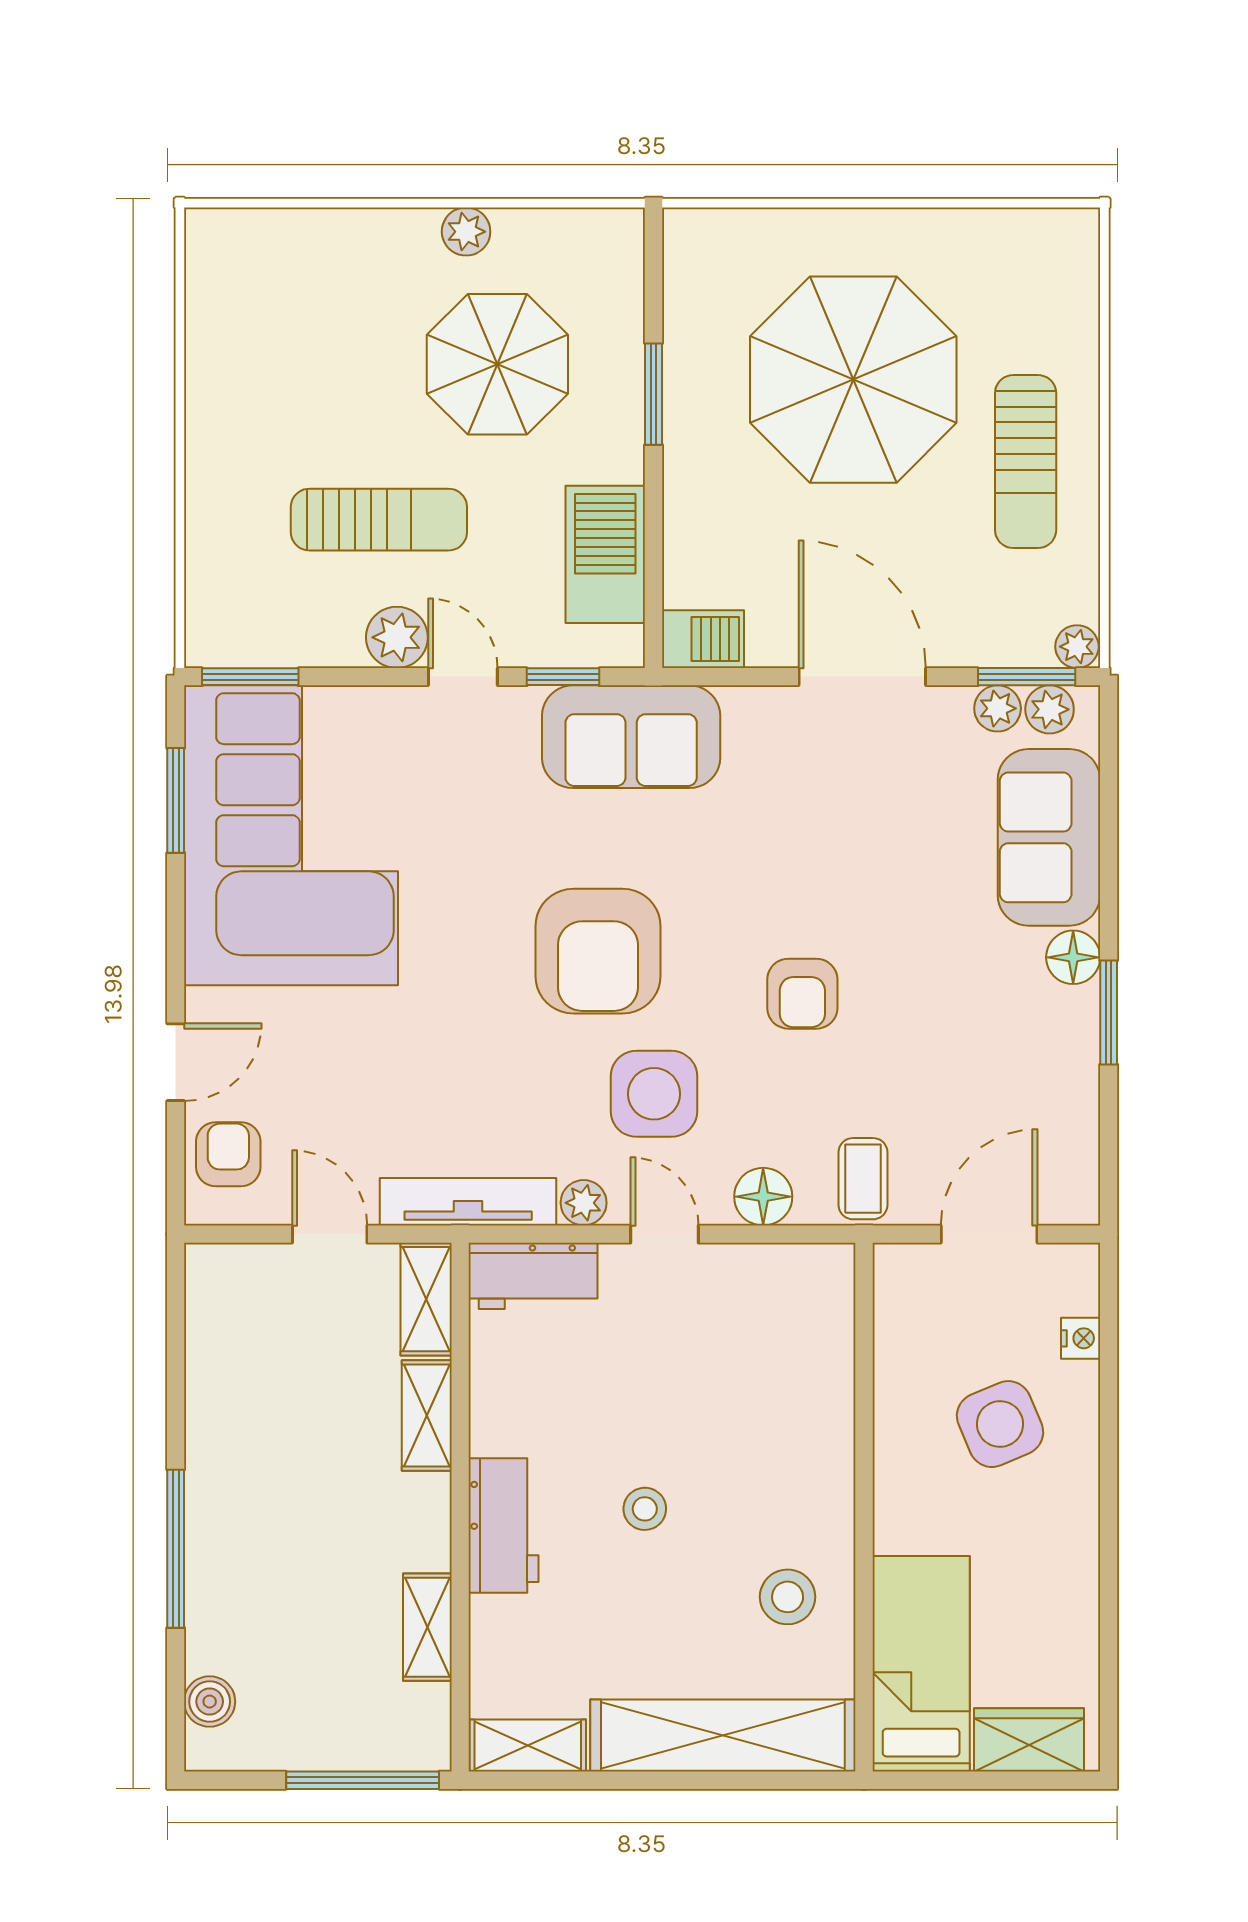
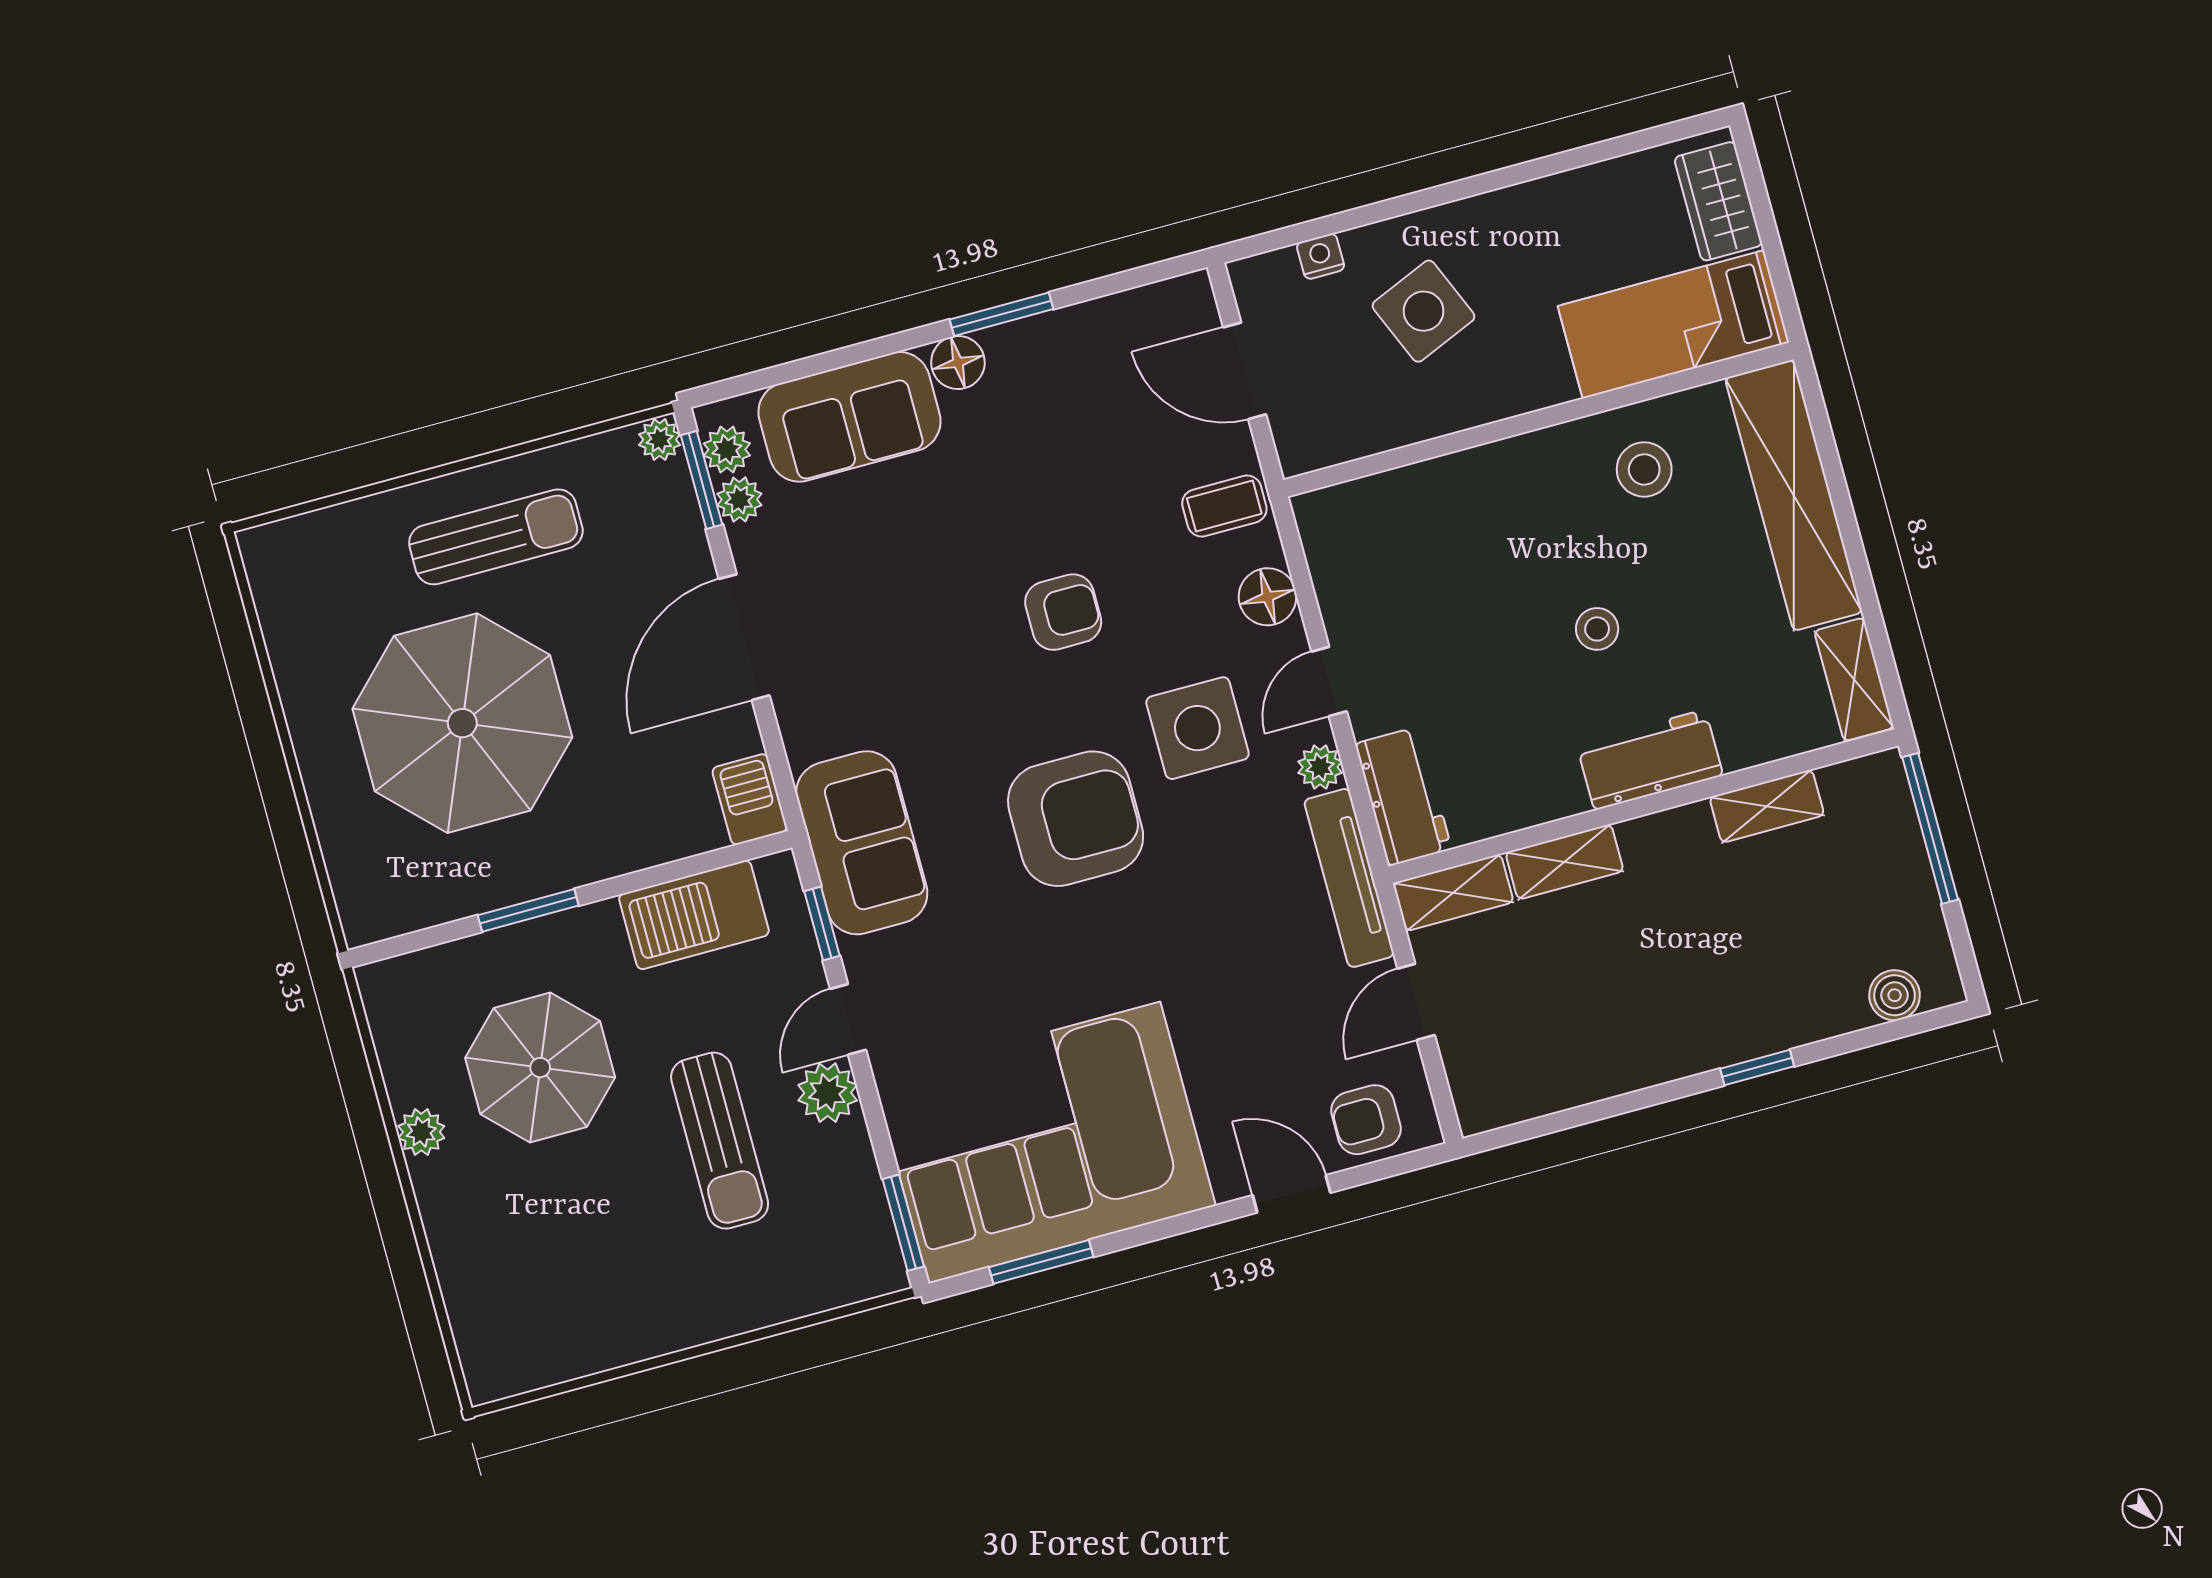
sun lounger: (379, 520) -> (720, 1141), turned 180
window: (176, 1549) -> (1757, 1067), width x0.46

